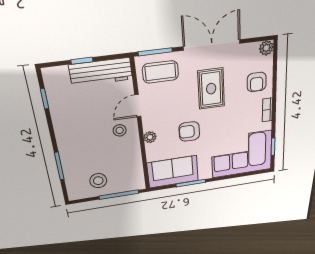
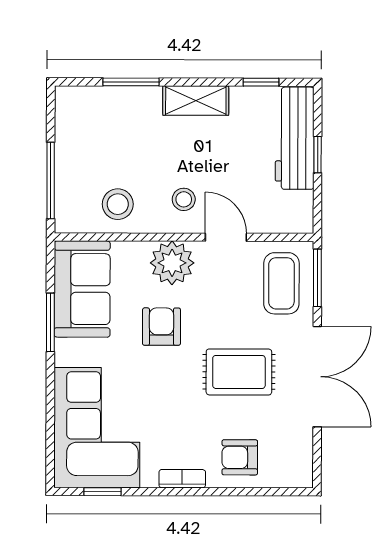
plant: (266, 48) -> (300, 475), removed
workbench: (101, 72) -> (295, 138), moved
shelving: (63, 132) -> (196, 101), added
plant: (150, 137) -> (172, 263), width x1.87, depth x1.87
stool: (98, 181) -> (118, 204), moved

